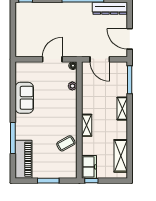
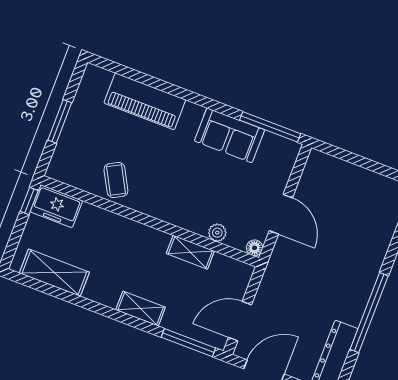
door: (100, 59) -> (240, 321), moved
shelving: (87, 125) -> (190, 252), moved
window: (13, 138) -> (270, 127), moved
piano: (23, 159) -> (145, 101), moved

